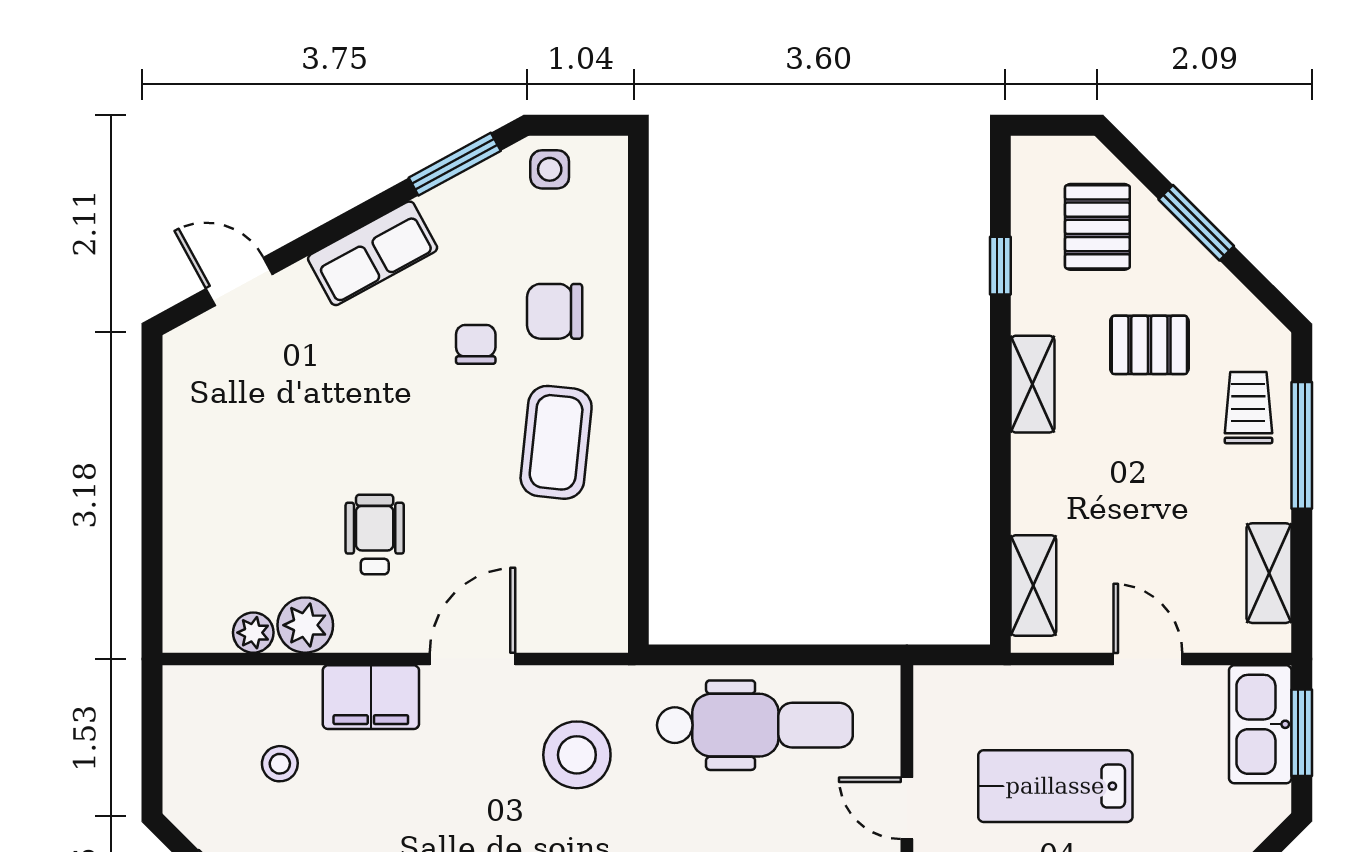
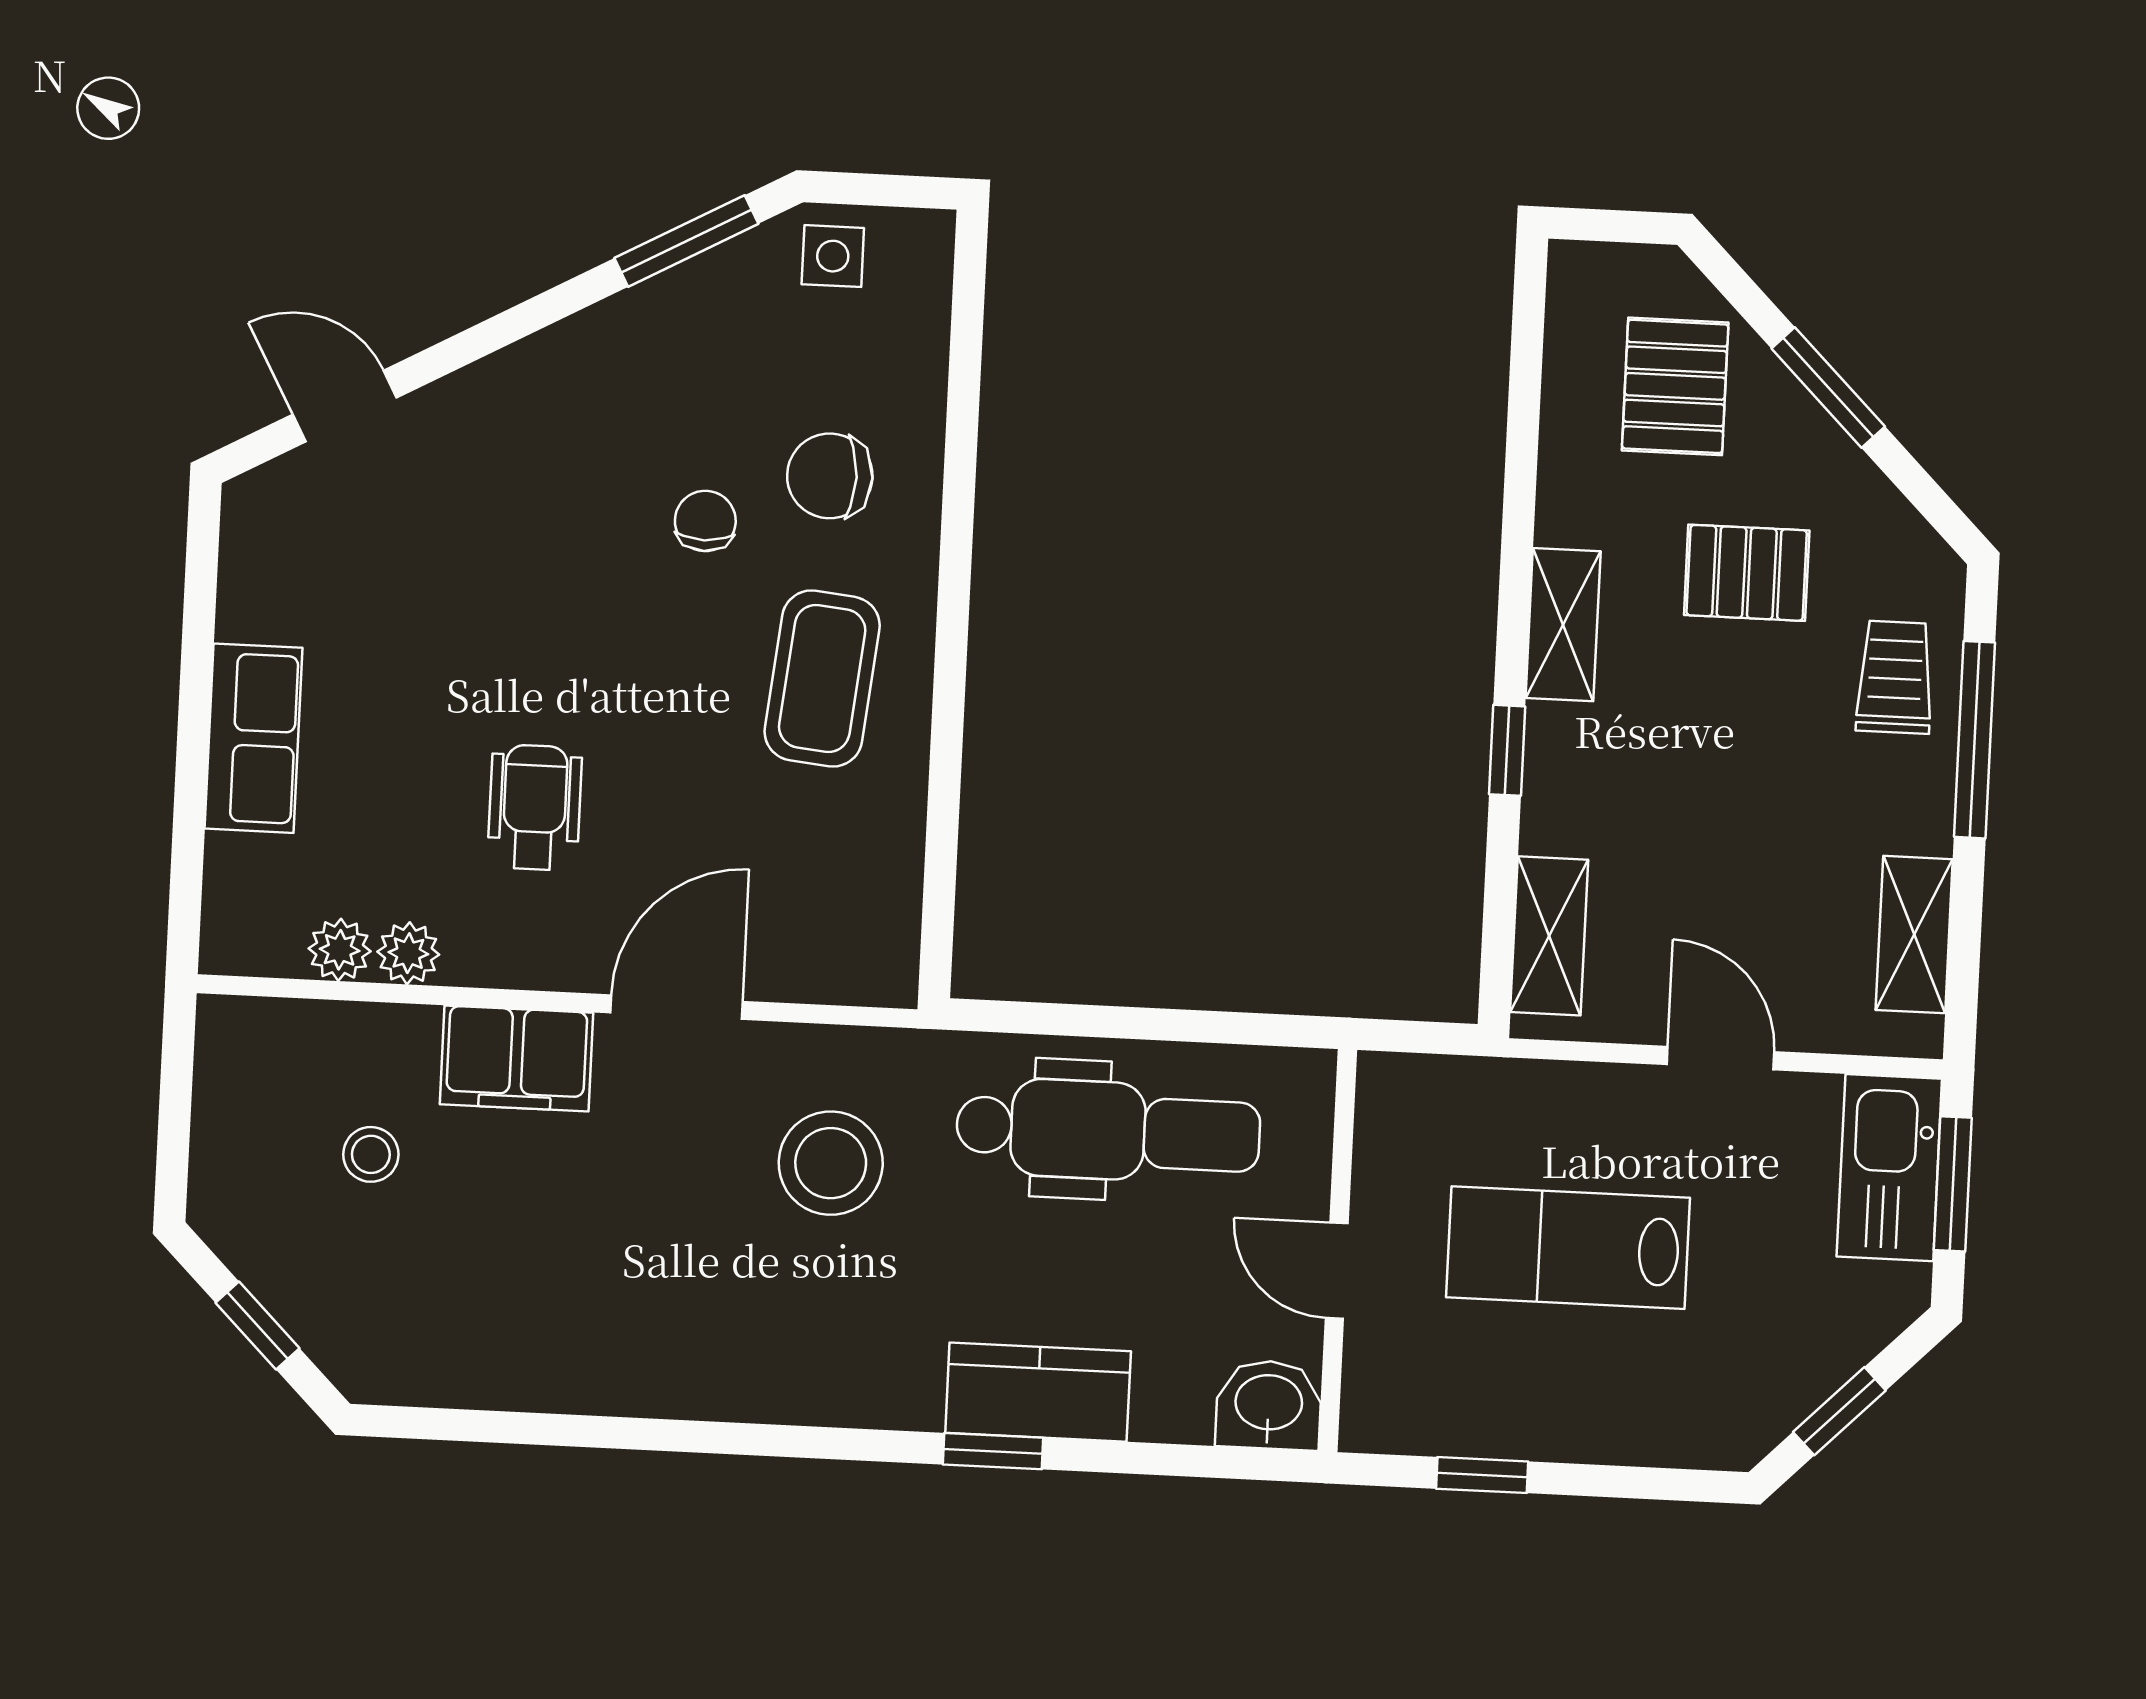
row of seats: (373, 253) -> (254, 738), moved, turned -61
window: (1000, 266) -> (1507, 750), moved
plant: (305, 625) -> (408, 953), width x0.73, depth x0.73

